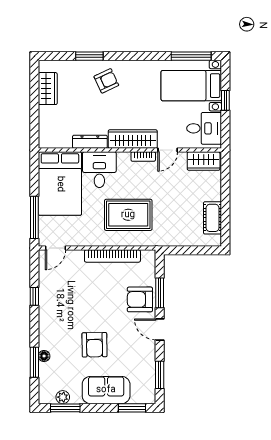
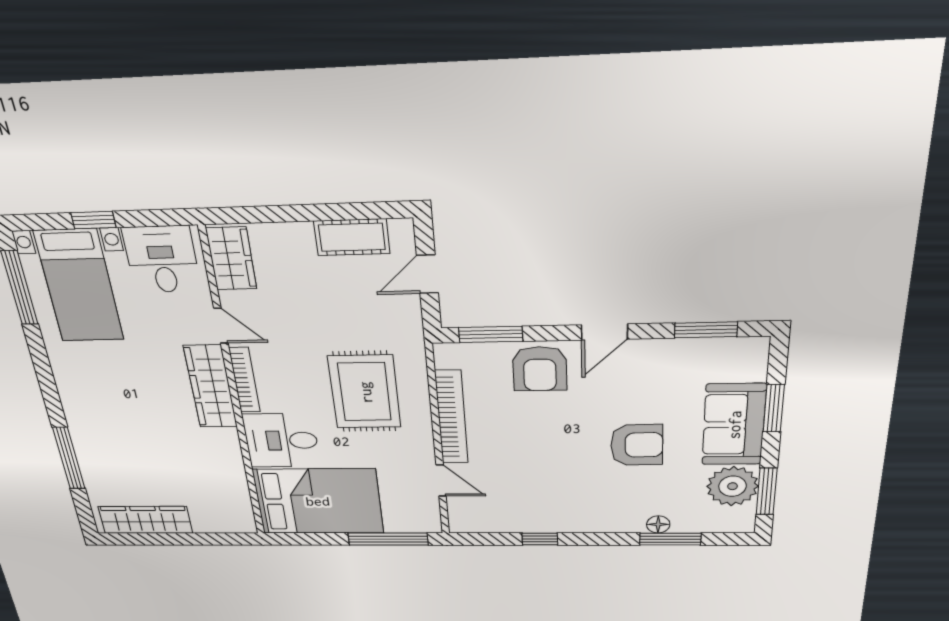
window: (89, 56) -> (69, 458), width x1.44
armchair: (106, 81) -> (108, 431), removed
wardrobe: (48, 89) -> (145, 520), width x1.50
dresser: (90, 142) -> (230, 456), removed
bookcase: (143, 157) -> (244, 380), width x1.56
door: (55, 248) -> (441, 481), moved
door: (193, 250) -> (428, 274), added
window: (160, 293) -> (491, 334), moved
plant: (63, 397) -> (732, 486), width x1.88, depth x1.88
window: (132, 408) -> (774, 408), moved

